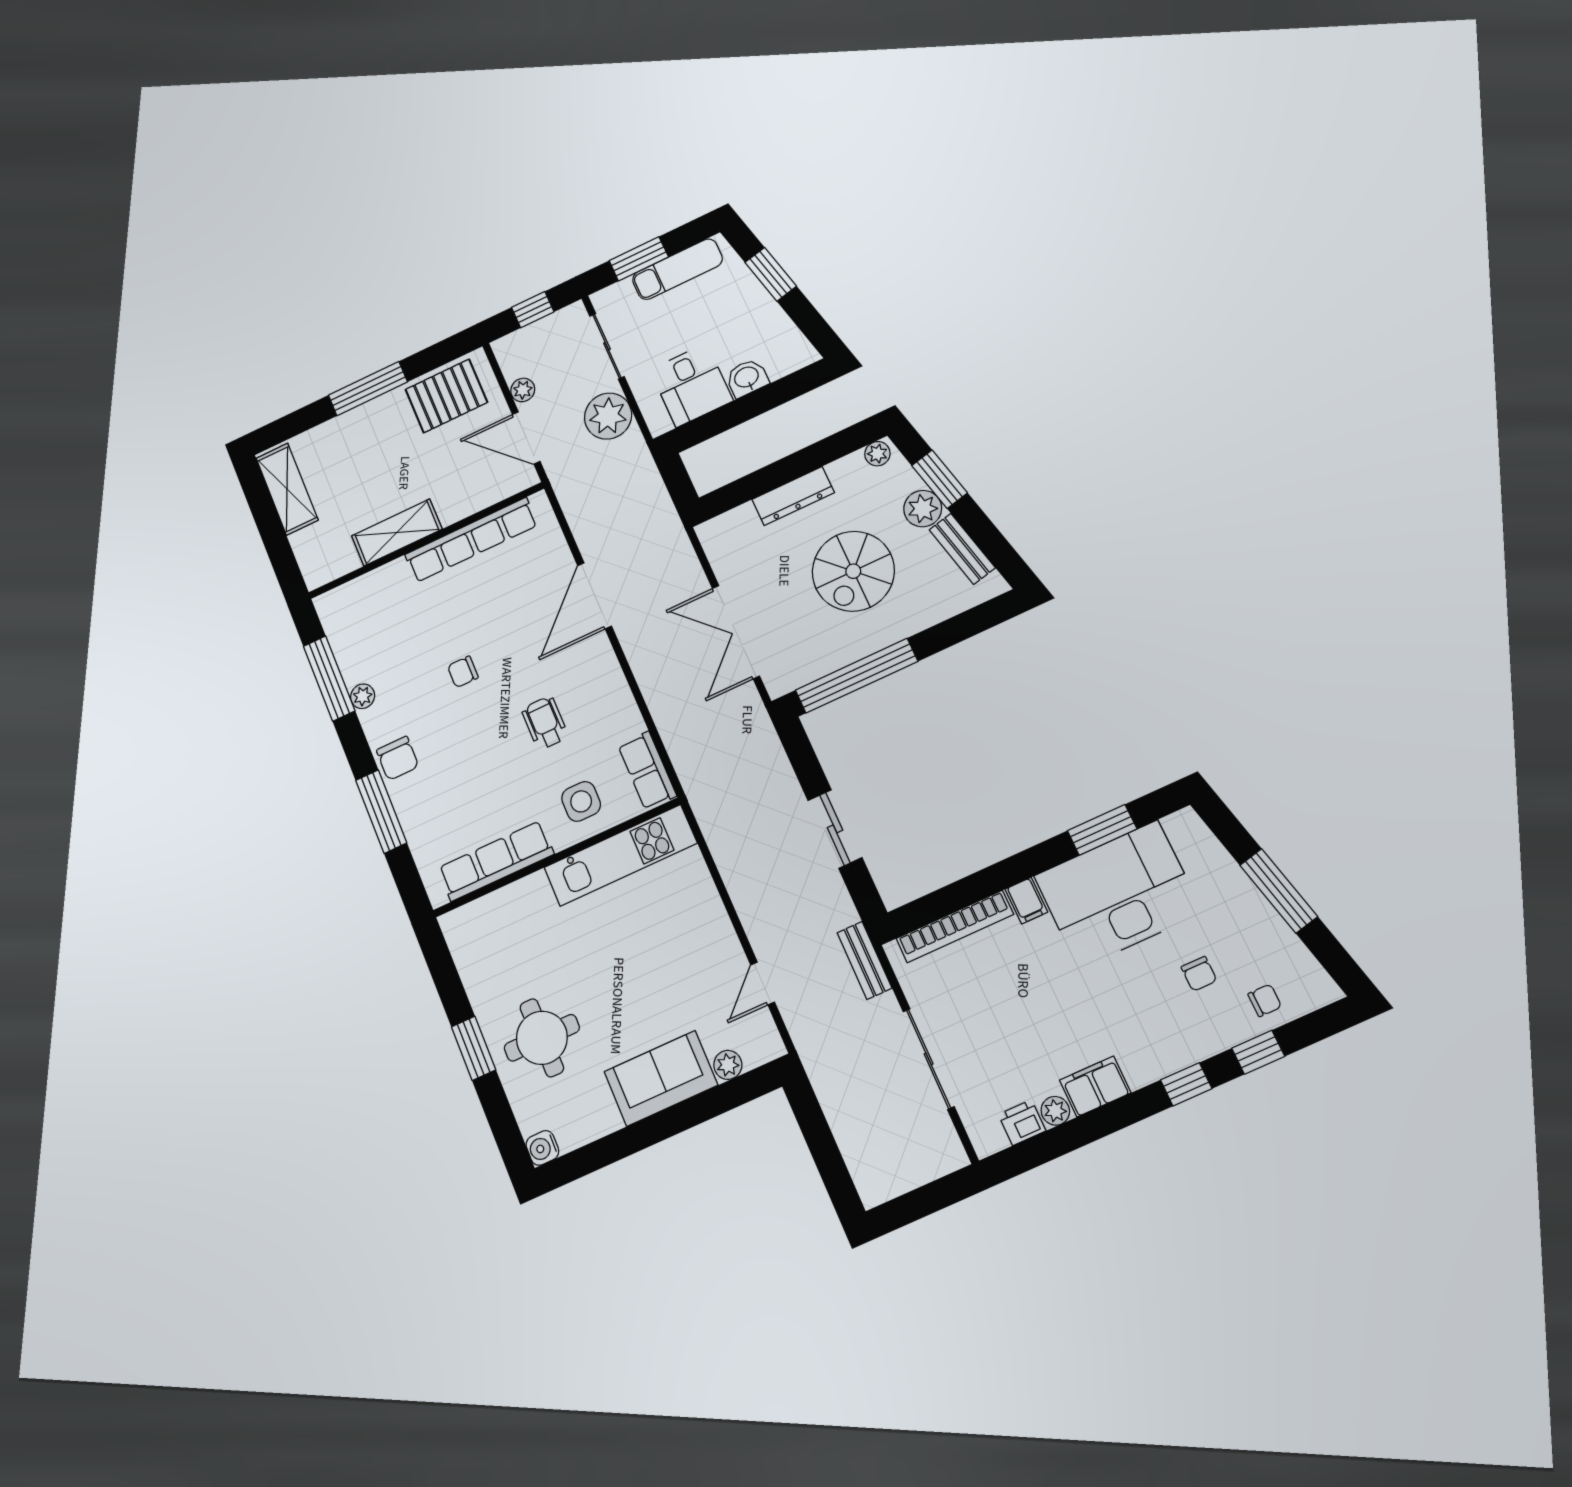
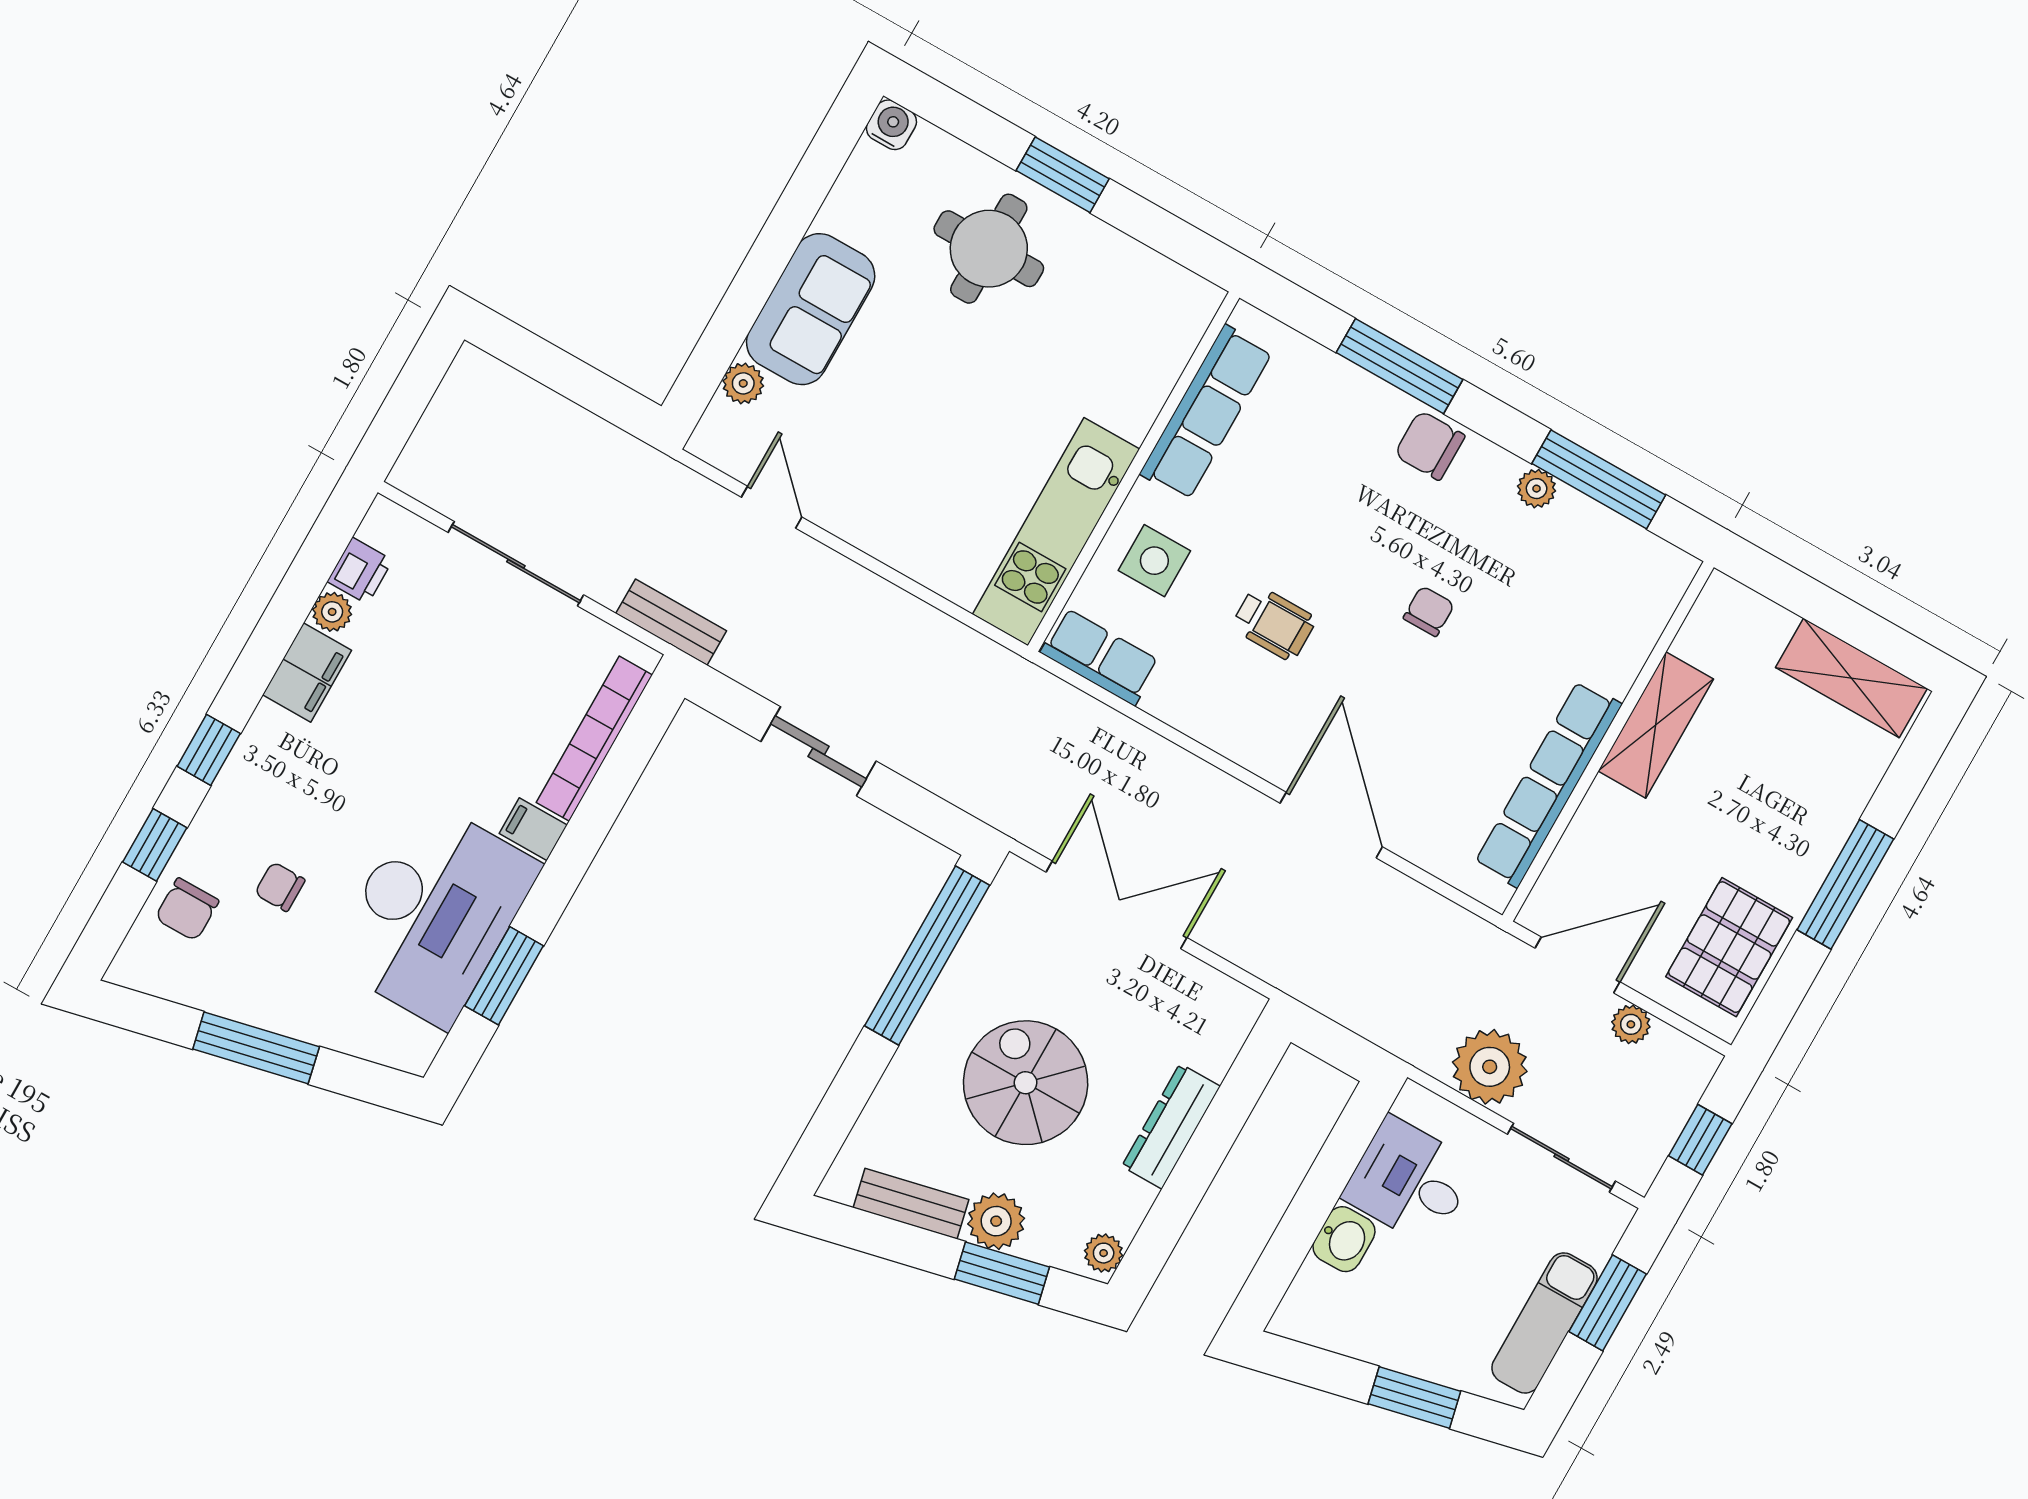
chair: (1265, 1000) -> (187, 909), width x1.37, depth x1.37

